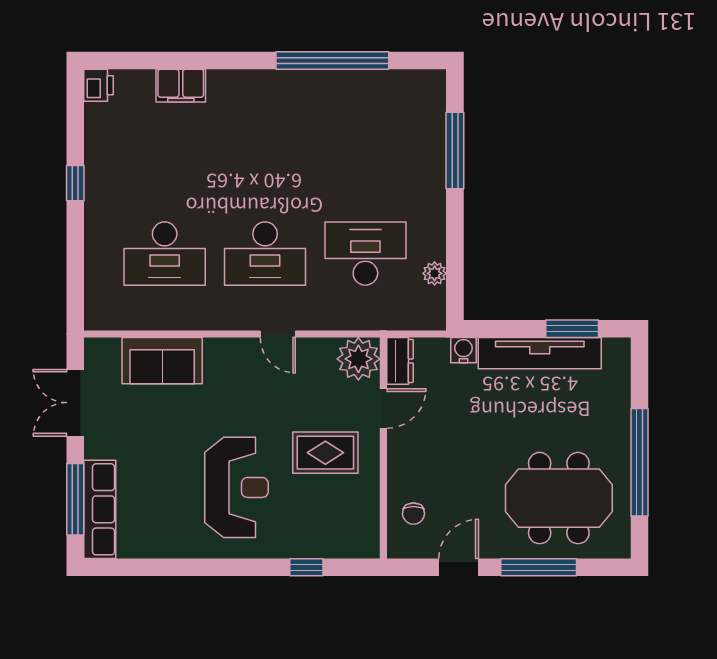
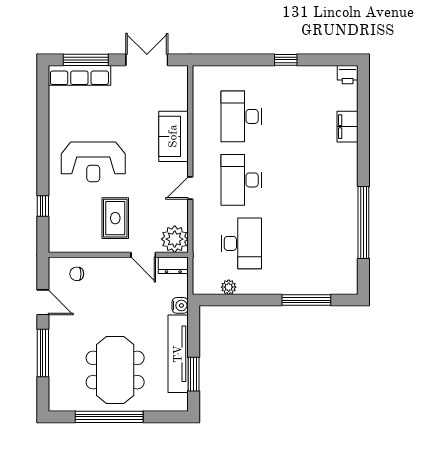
sofa: (162, 361) -> (173, 136), moved
meeting table: (559, 498) -> (115, 370), moved

